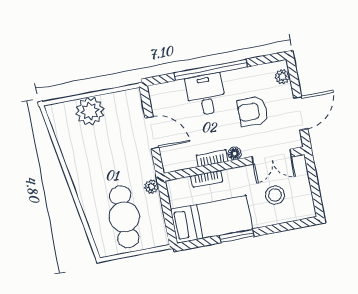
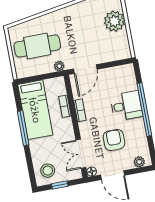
door: (152, 133) -> (85, 69), moved
floor lamp: (235, 154) -> (92, 172), moved
window: (314, 185) -> (60, 185), added
stool: (275, 195) -> (48, 171), moved
window: (237, 236) -> (23, 128), width x1.44

